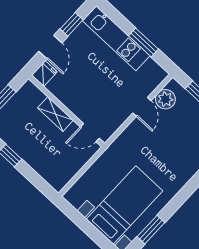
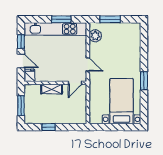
kitchen unit: (116, 38) -> (55, 29), width x1.36
door: (142, 107) -> (88, 64), moved
window: (151, 230) -> (144, 81), moved

